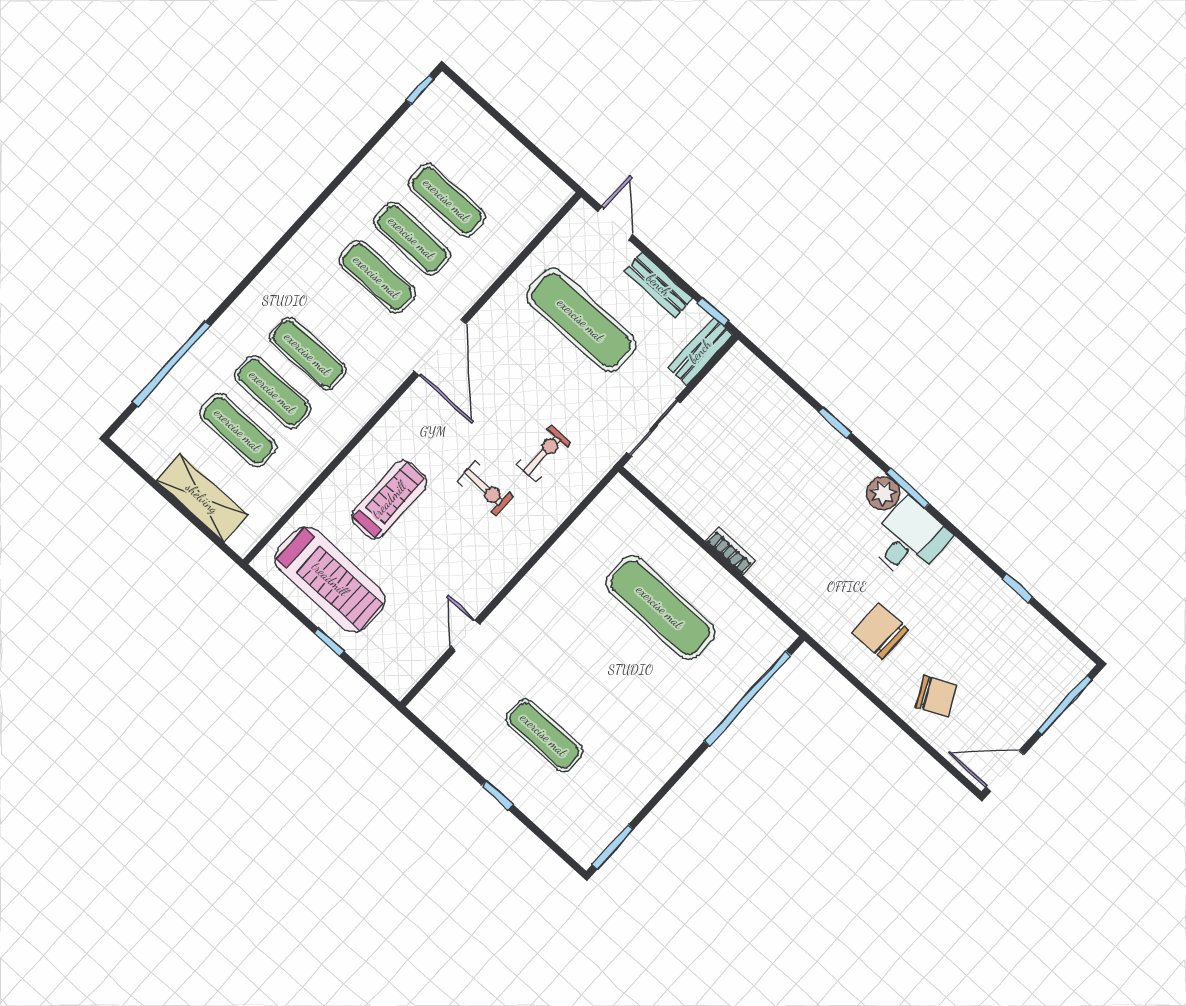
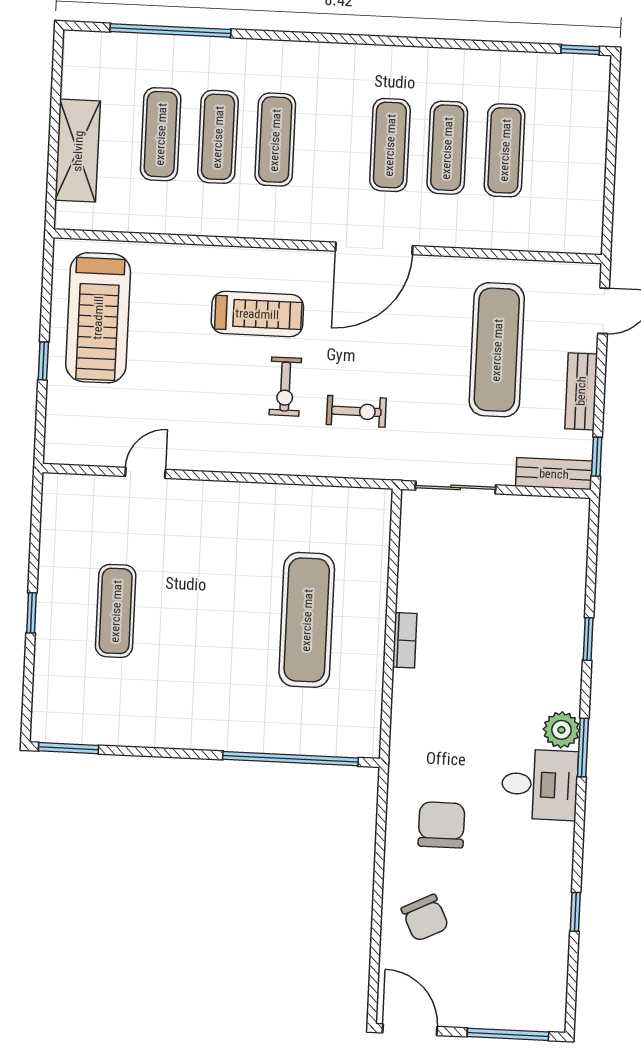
treadmill: (389, 500) -> (257, 314), moved

